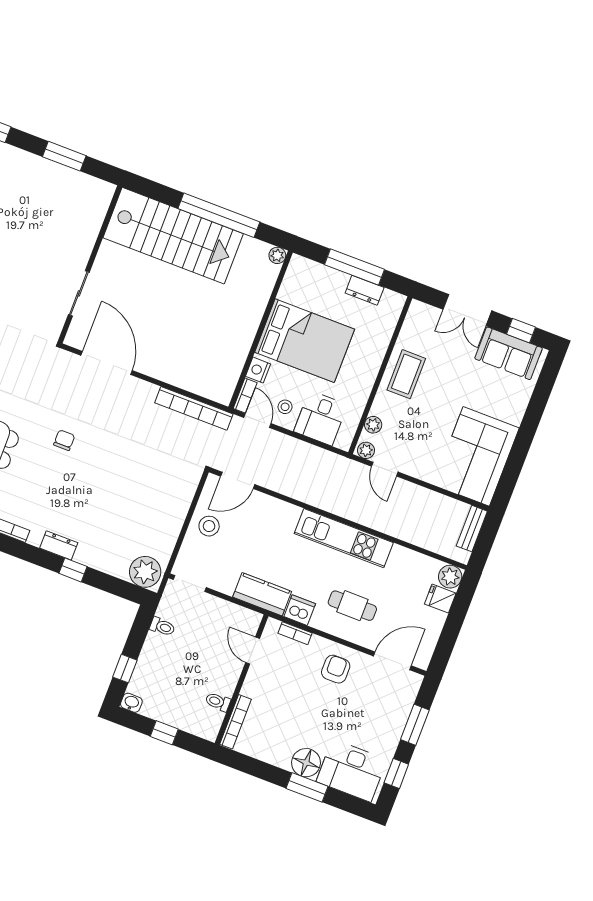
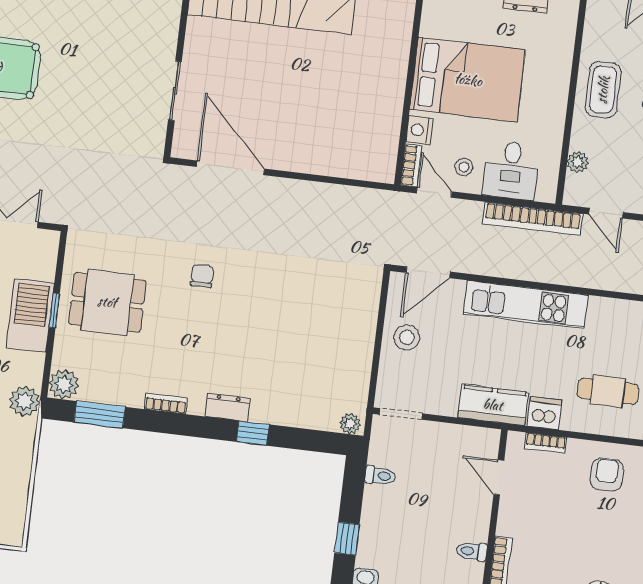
bookcase: (194, 408) -> (533, 219), moved
plant: (366, 450) -> (577, 196), removed
kitchen unit: (344, 538) -> (526, 305), moved
plant: (145, 572) -> (350, 424), width x0.53, depth x0.53

